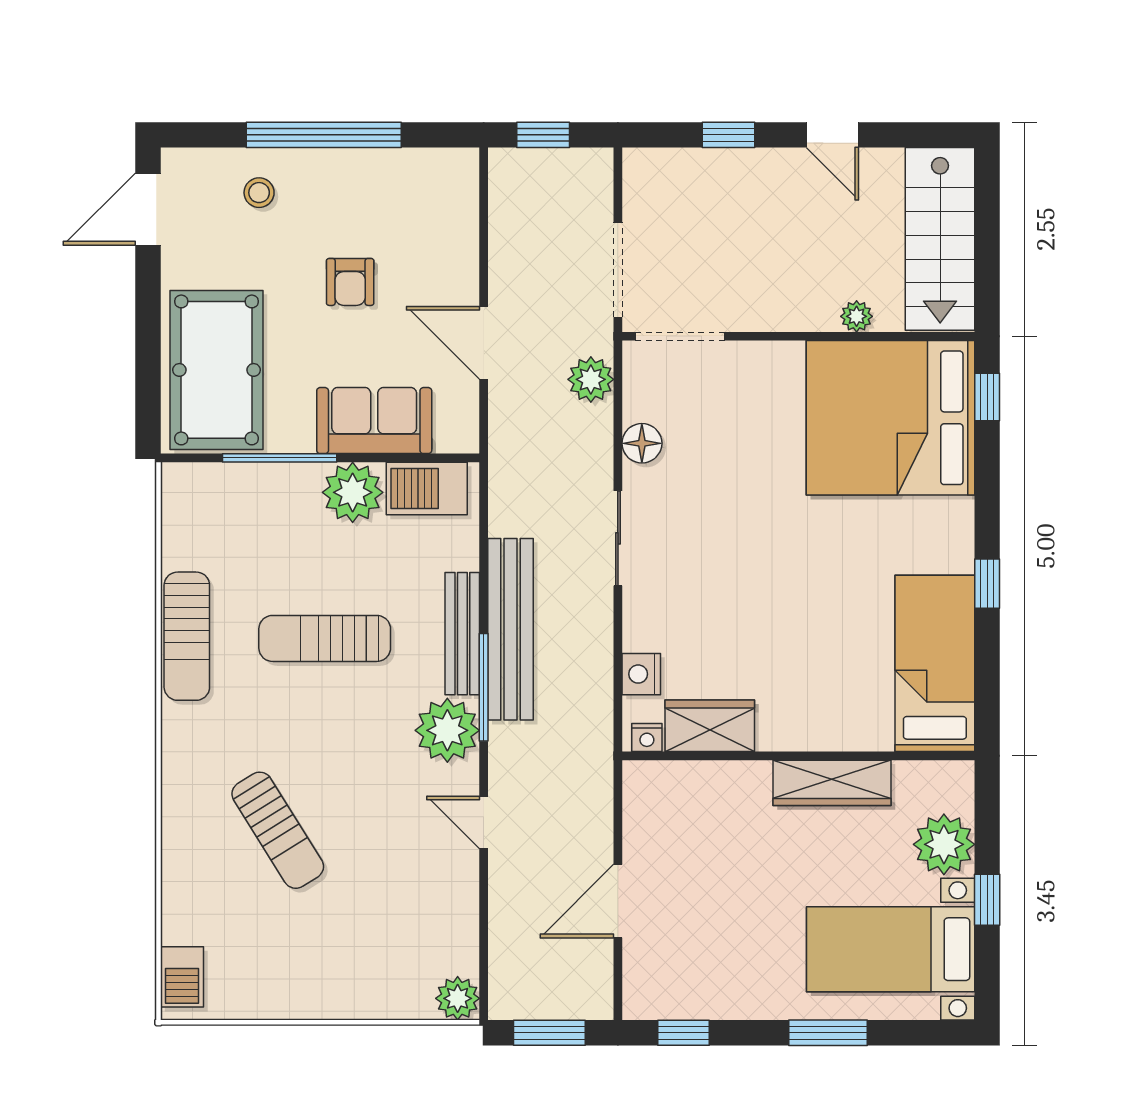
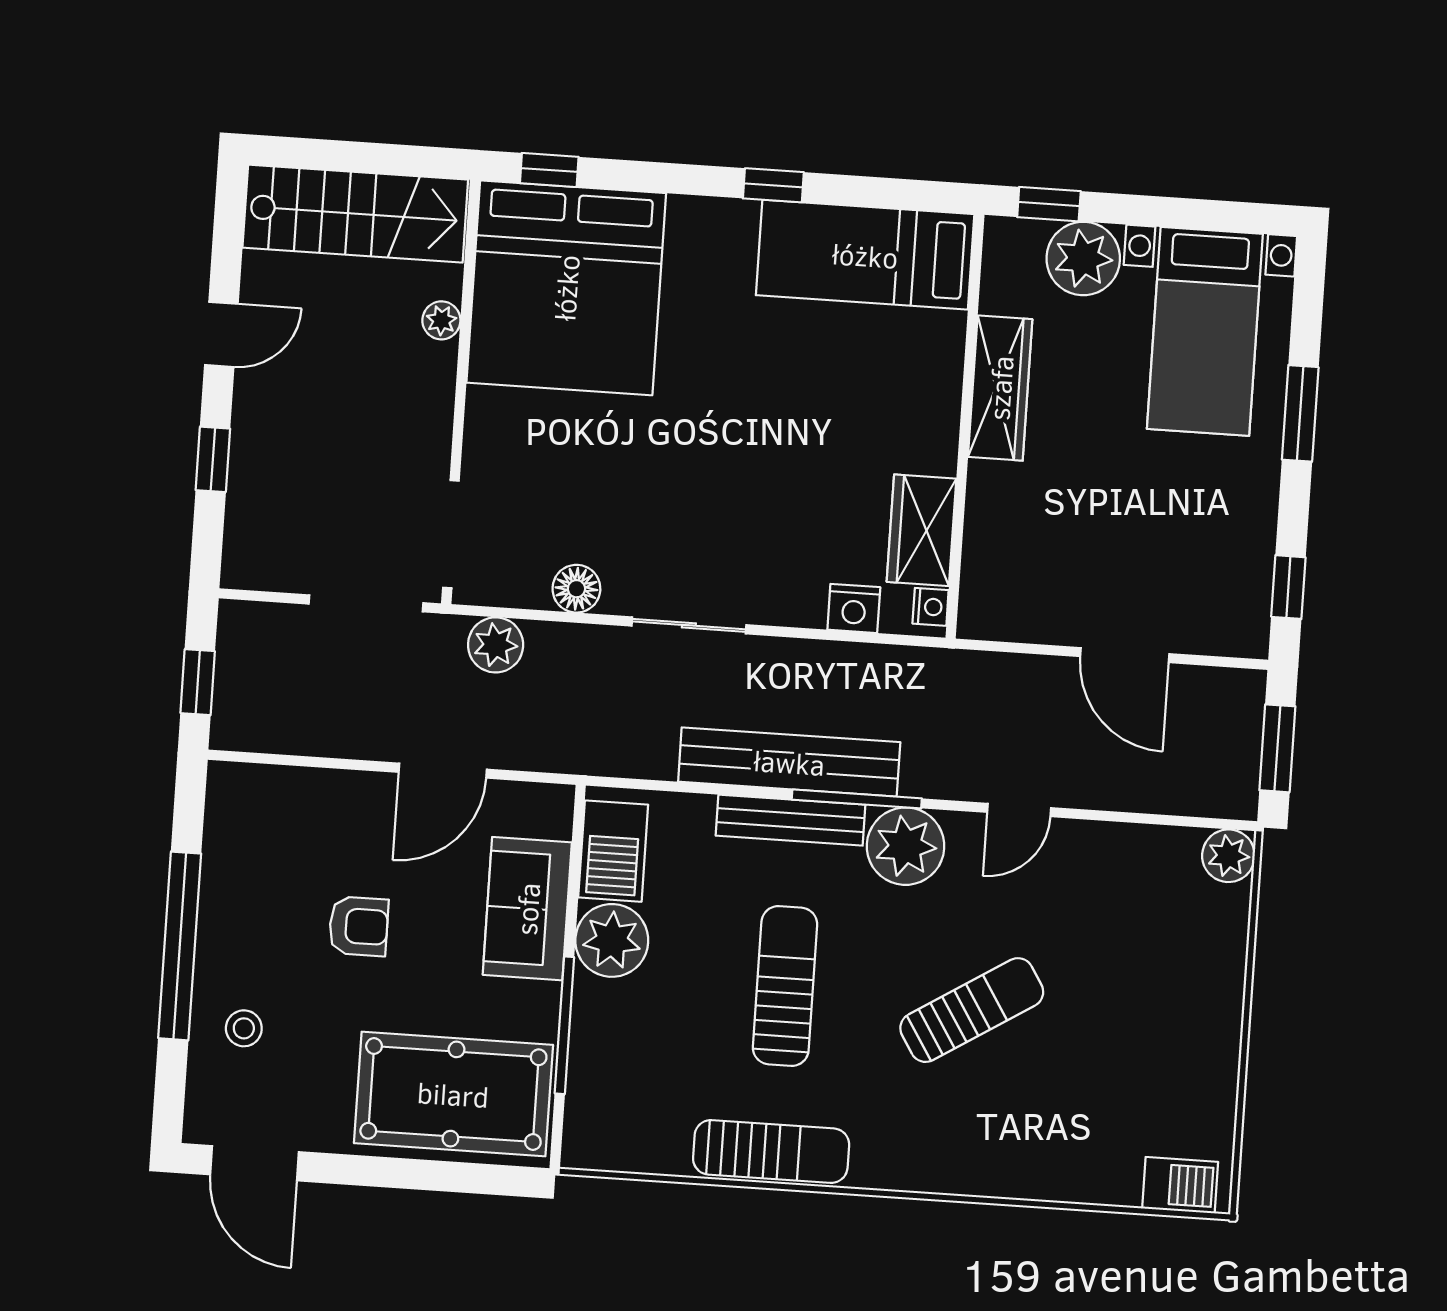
sun lounger: (325, 638) -> (785, 986), turned 180
sun lounger: (278, 830) -> (972, 1010), moved
window: (987, 900) -> (1049, 204), moved

